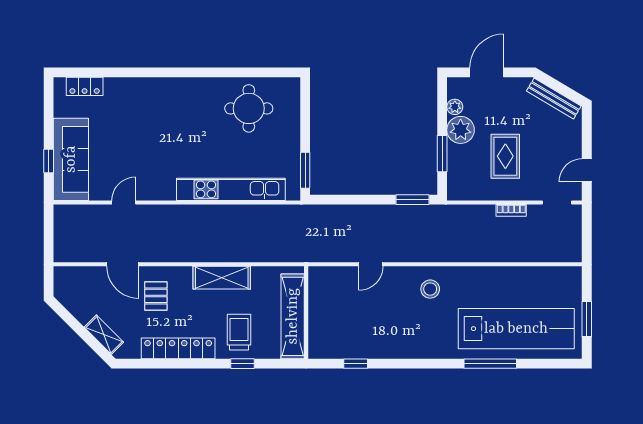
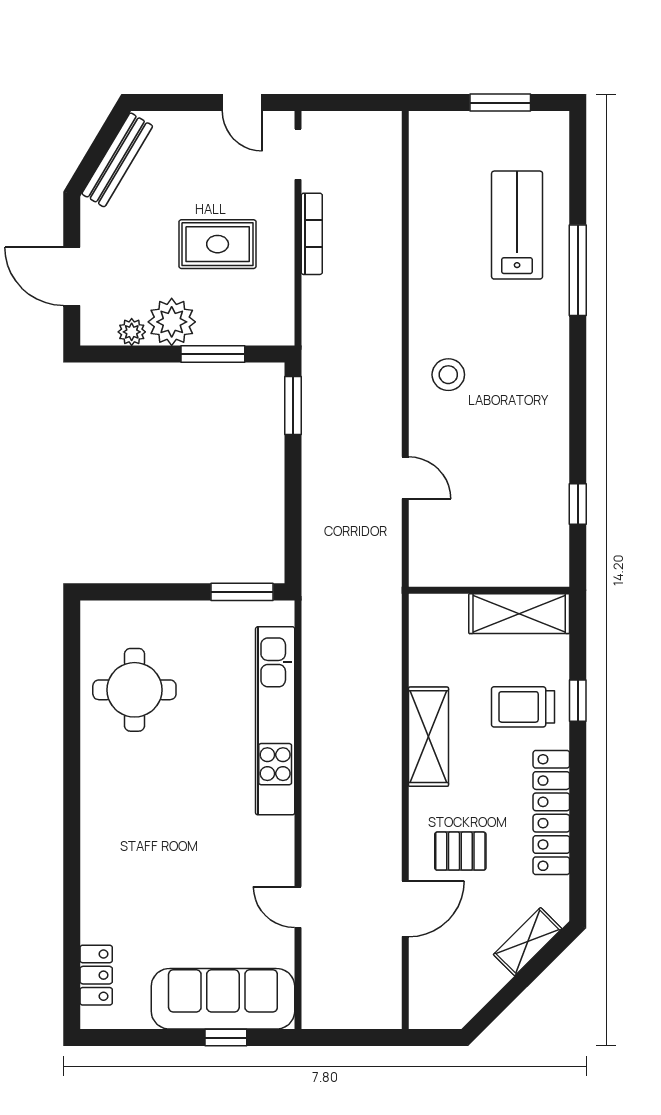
bookcase: (511, 210) -> (312, 234), width x1.56
shelving: (293, 316) -> (519, 614), width x0.68
lab bench: (516, 329) -> (517, 225), width x0.54, depth x0.72

